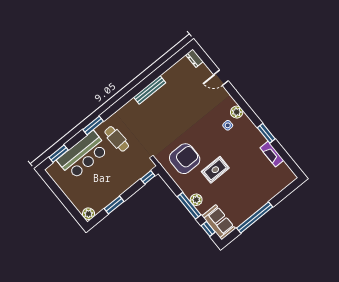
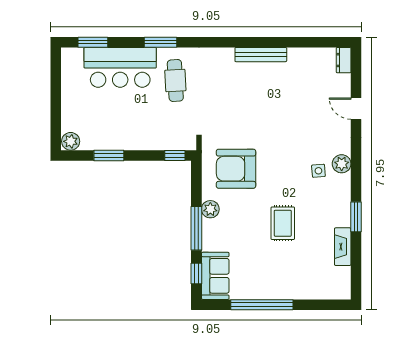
armchair: (185, 159) -> (236, 169), turned 180
rug: (215, 170) -> (283, 223), moved, turned 90
plant: (196, 200) -> (210, 209), moved

